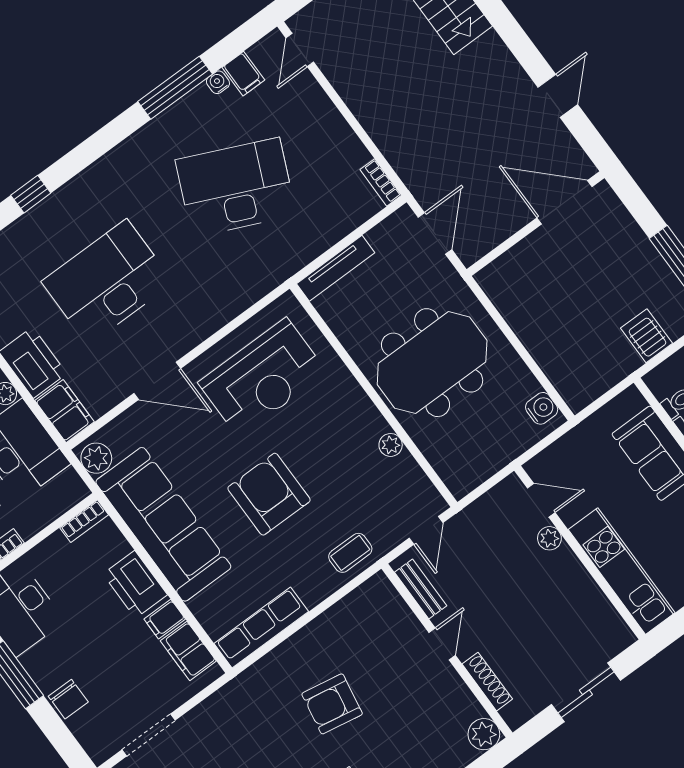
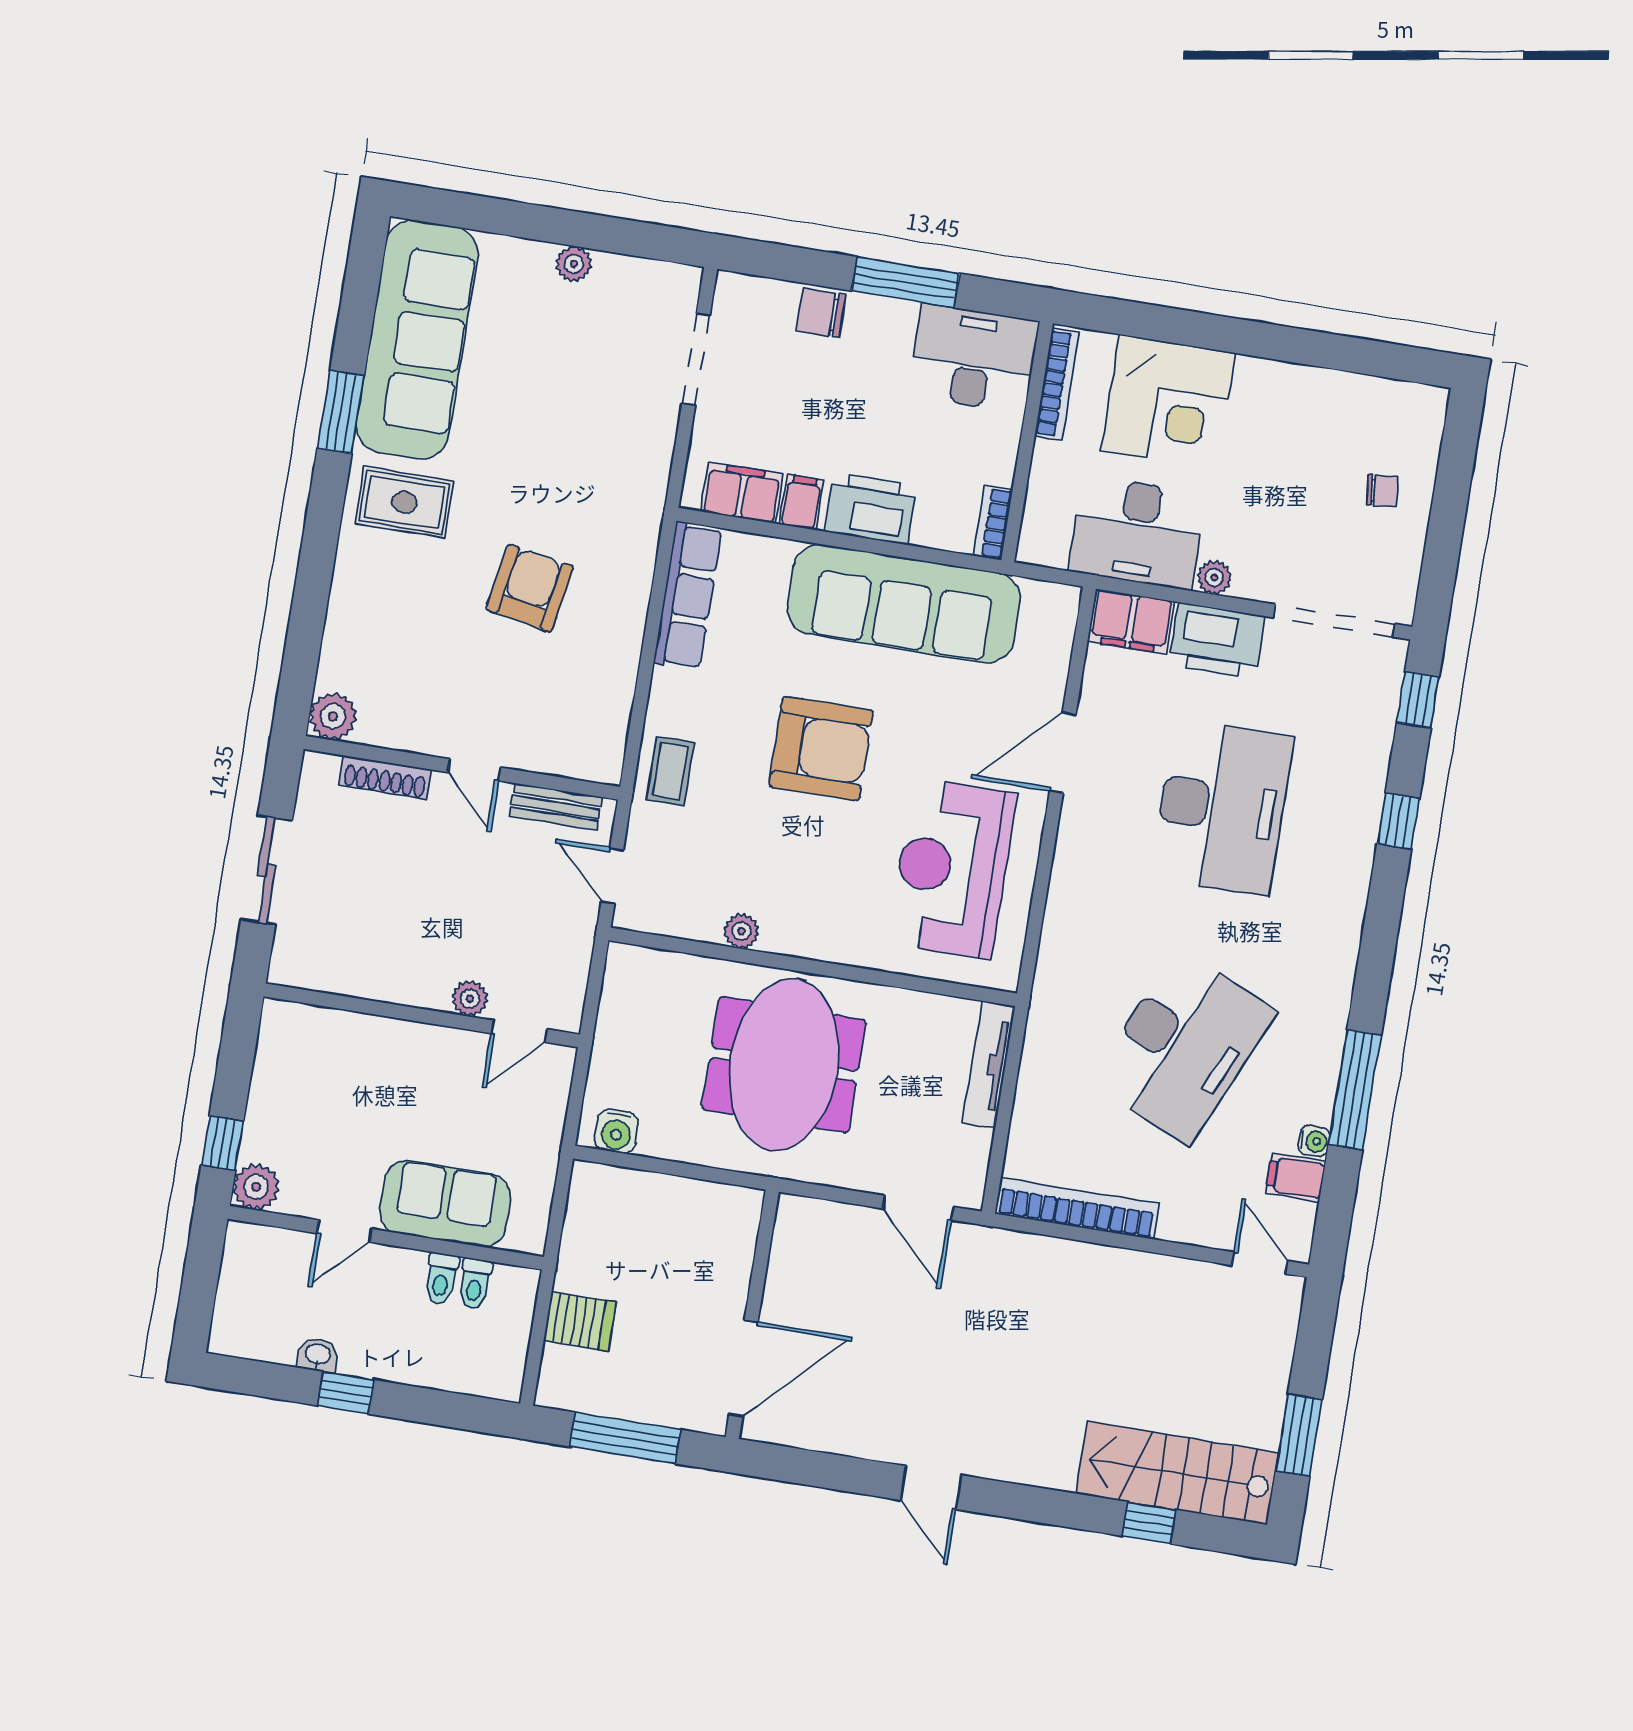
bookcase: (381, 182) -> (1077, 1209), width x2.31, depth x1.31
door: (565, 202) -> (743, 1368), moved
wall: (536, 224) -> (752, 1314), moved
plant: (96, 458) -> (1047, 604), removed
kitchen unit: (622, 571) -> (357, 1040), removed

